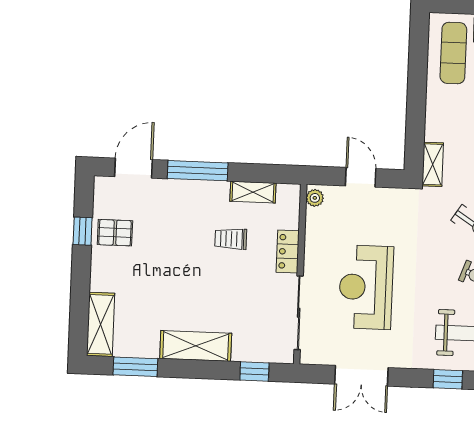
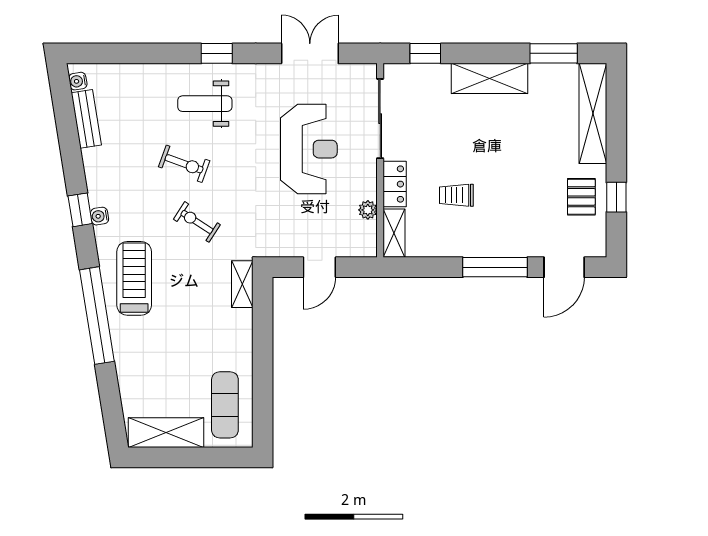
door: (361, 177) -> (319, 267), hinge flipped
shelving: (253, 192) -> (394, 233), moved, turned 90
plant: (315, 198) -> (368, 210), moved
pallet: (115, 233) -> (581, 197), turned 90
trolley: (231, 239) -> (456, 195), turned 180
shelving: (101, 324) -> (593, 113), width x1.47

